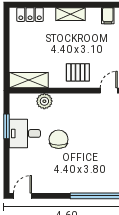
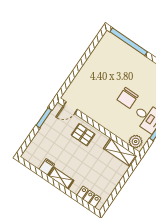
filing cabinet: (108, 16) -> (47, 167), moved
plant: (44, 101) -> (136, 142), moved

